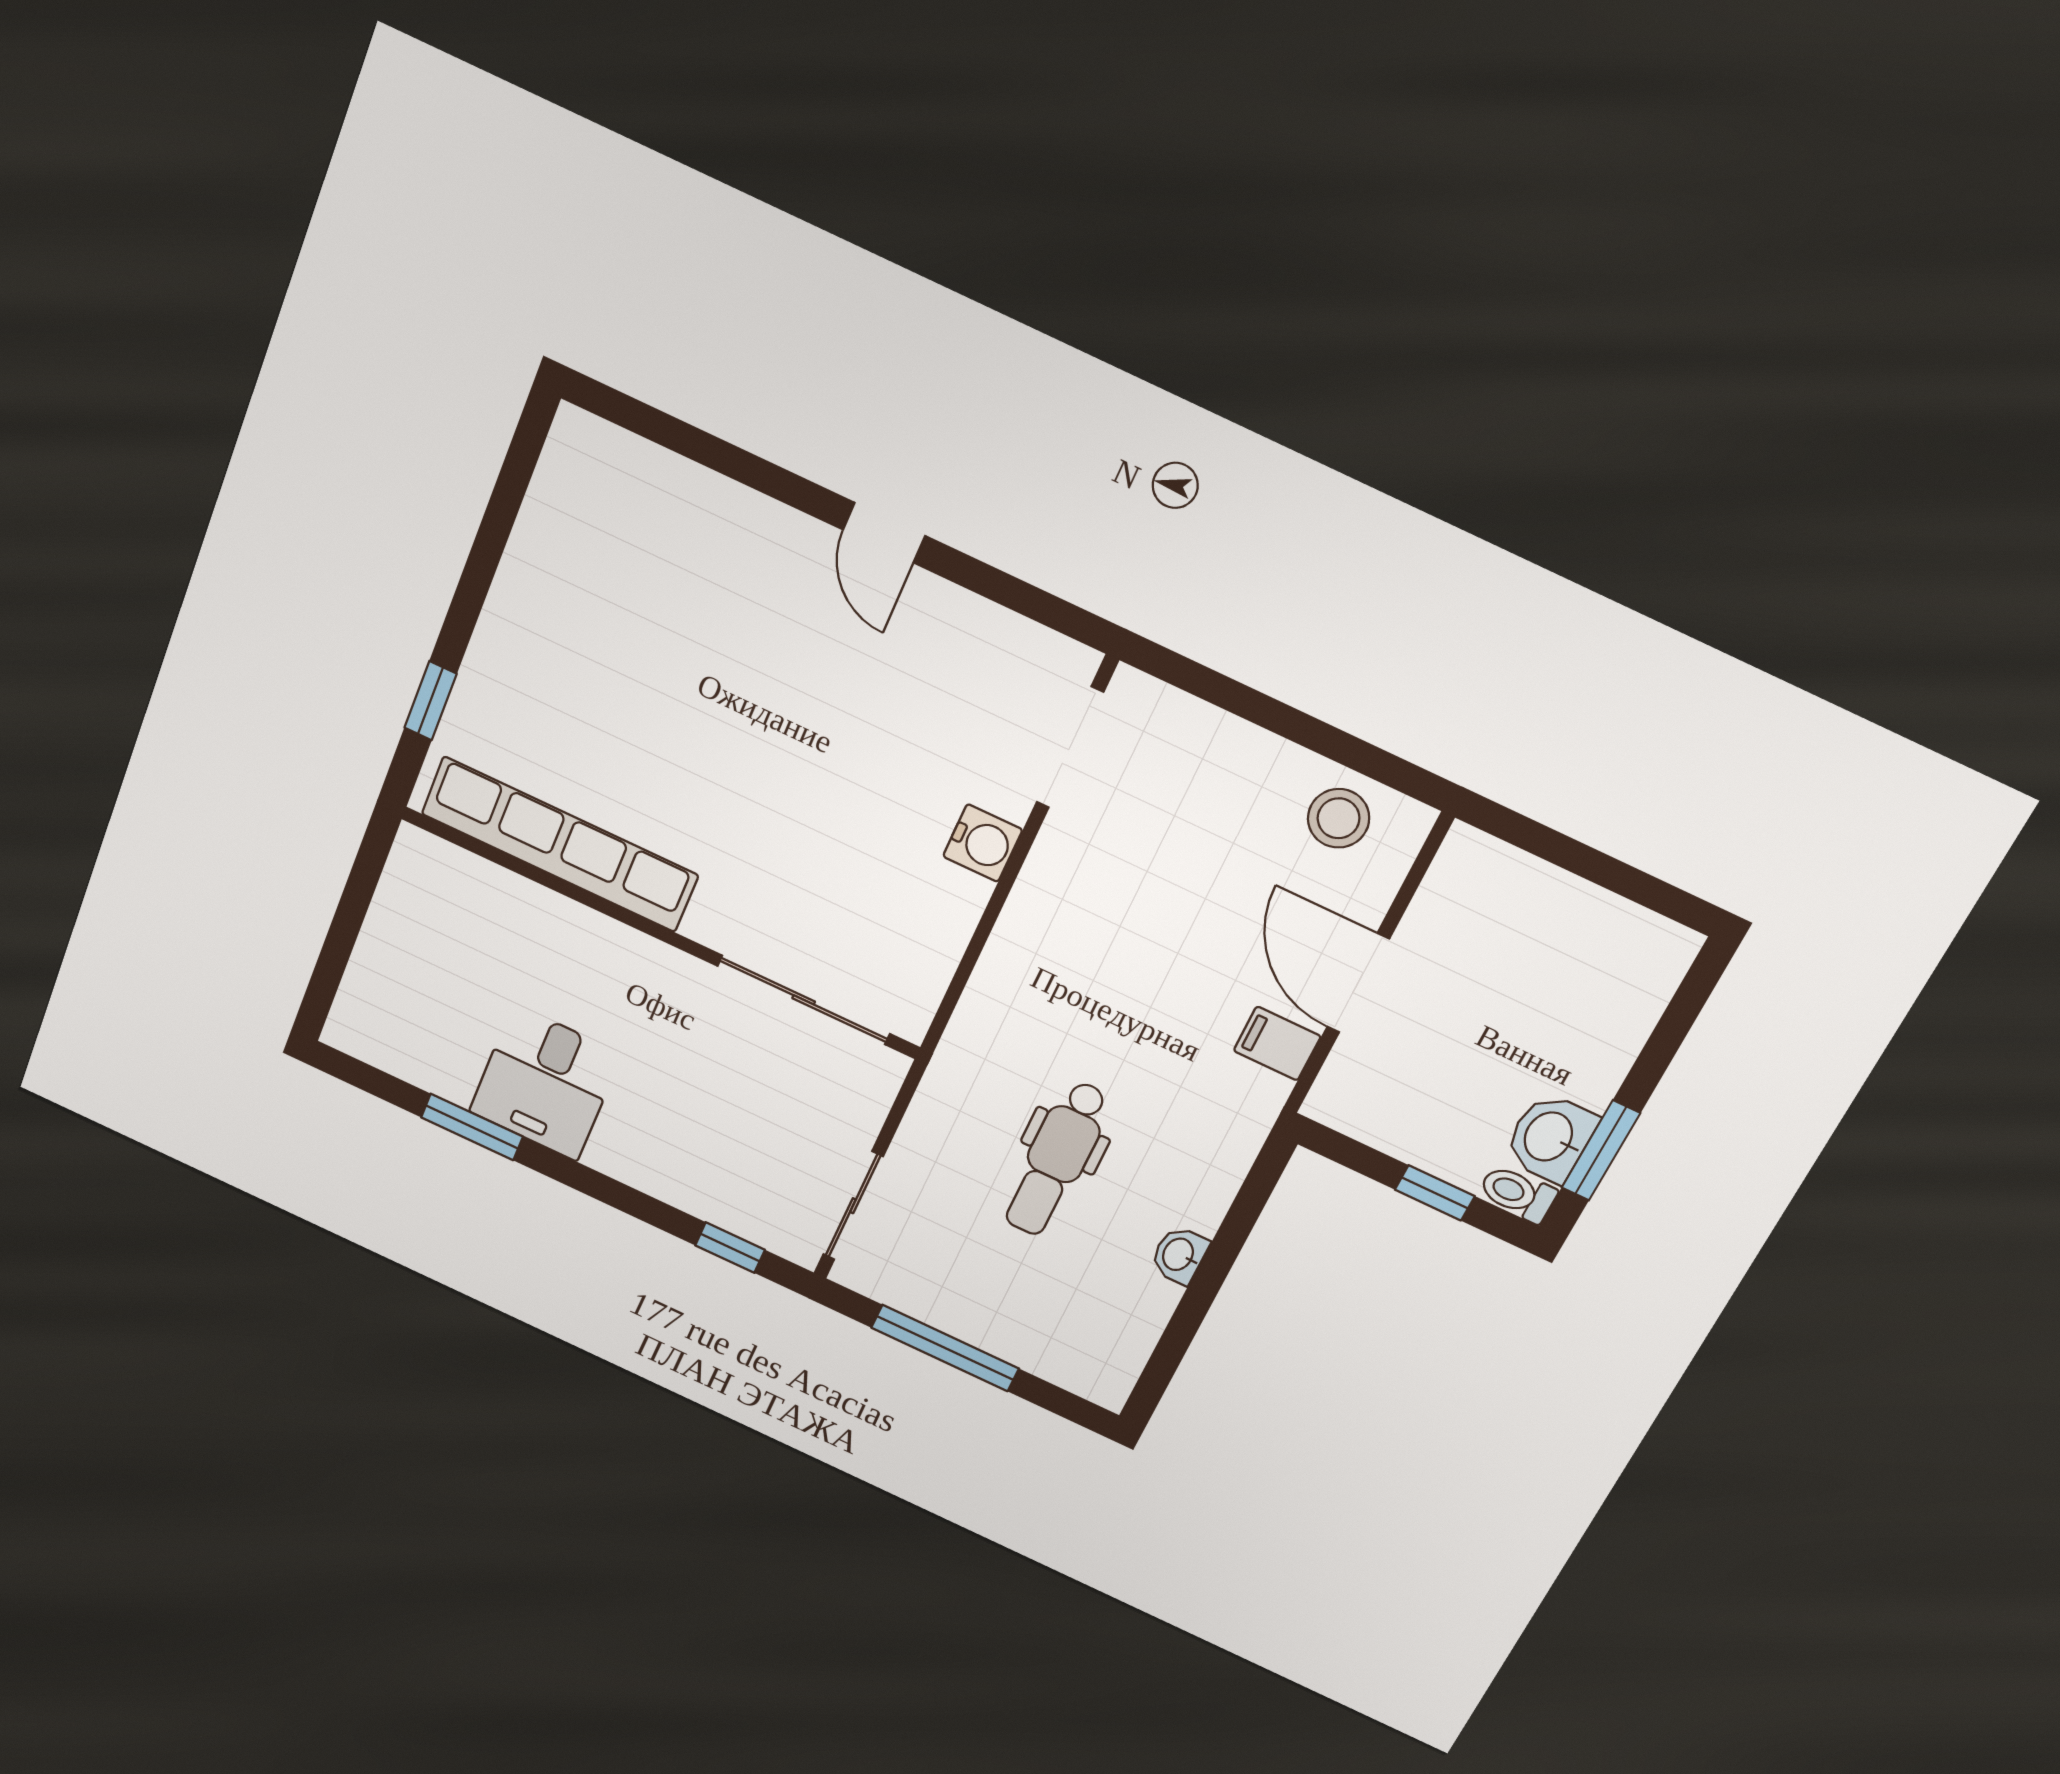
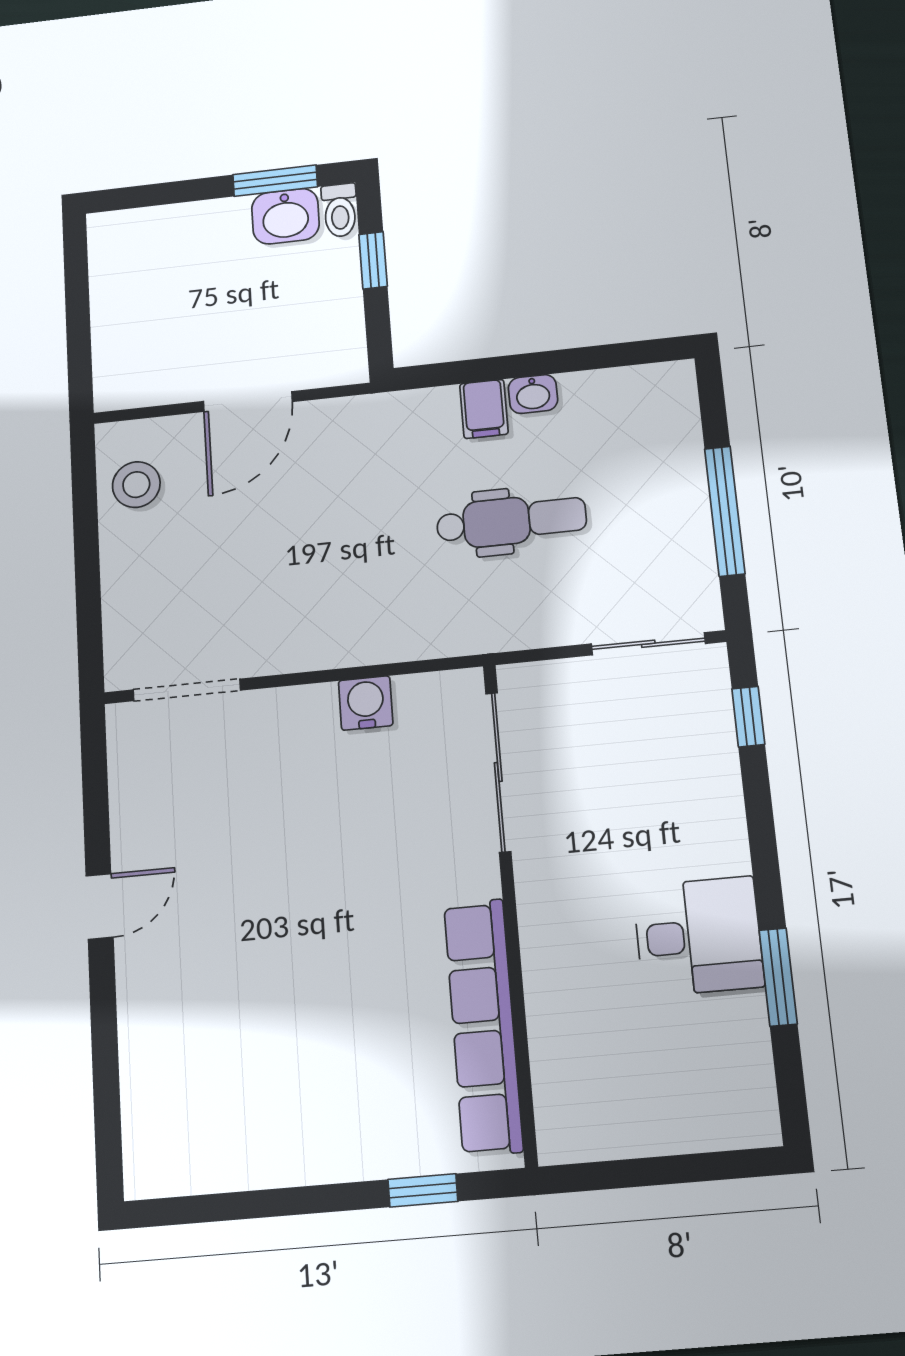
water cooler: (983, 843) -> (366, 703), moved
filing cabinet: (1277, 1044) -> (484, 409), moved

